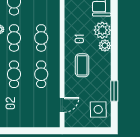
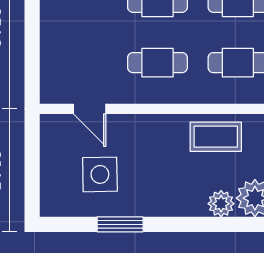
coffee table: (82, 65) -> (216, 137), moved
side table: (98, 109) -> (100, 174), moved

